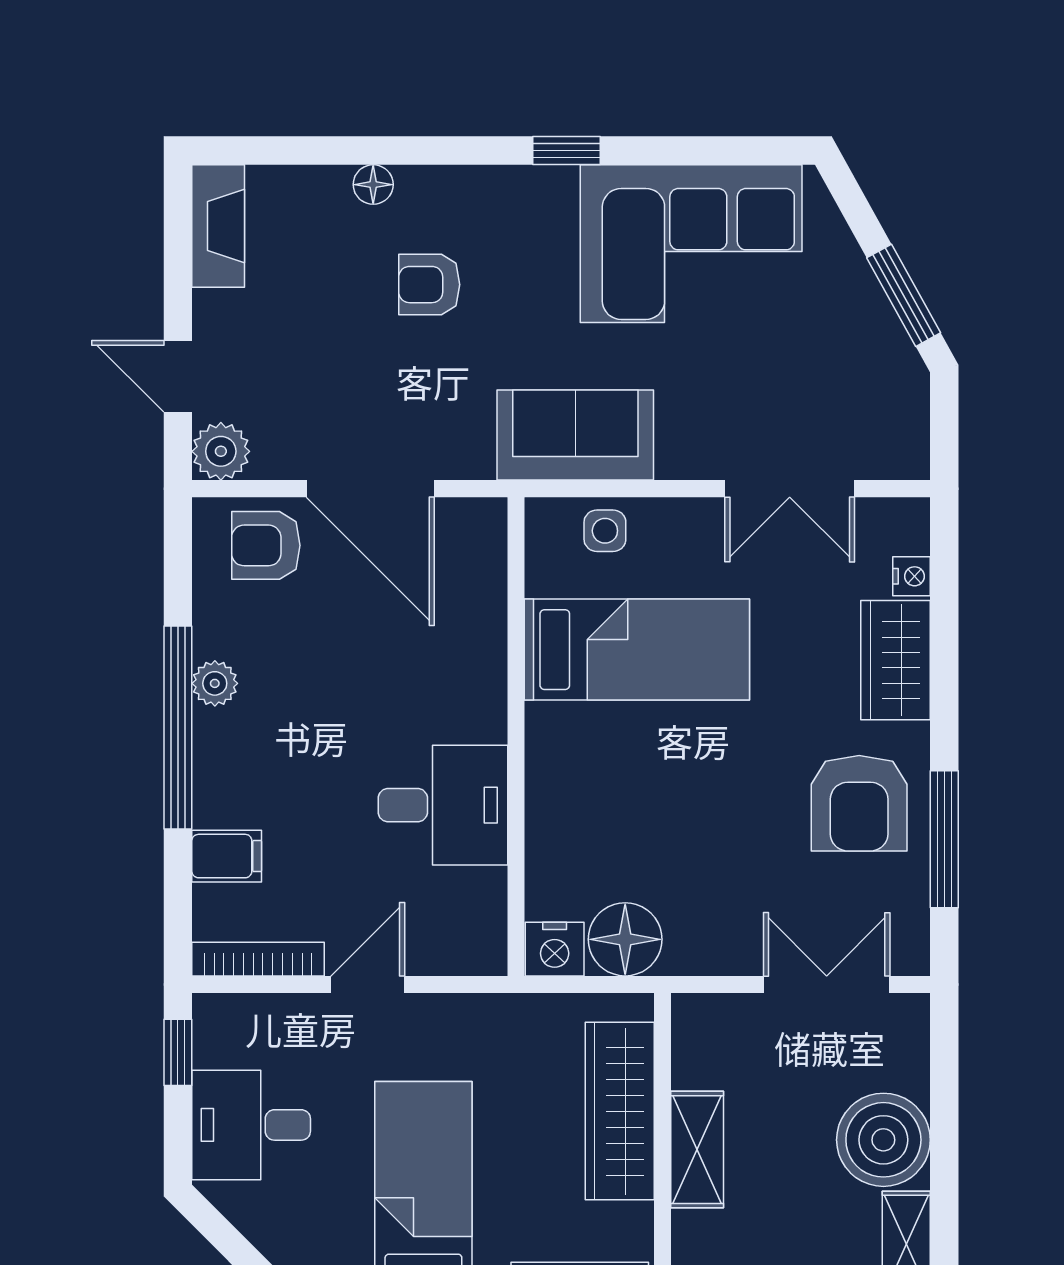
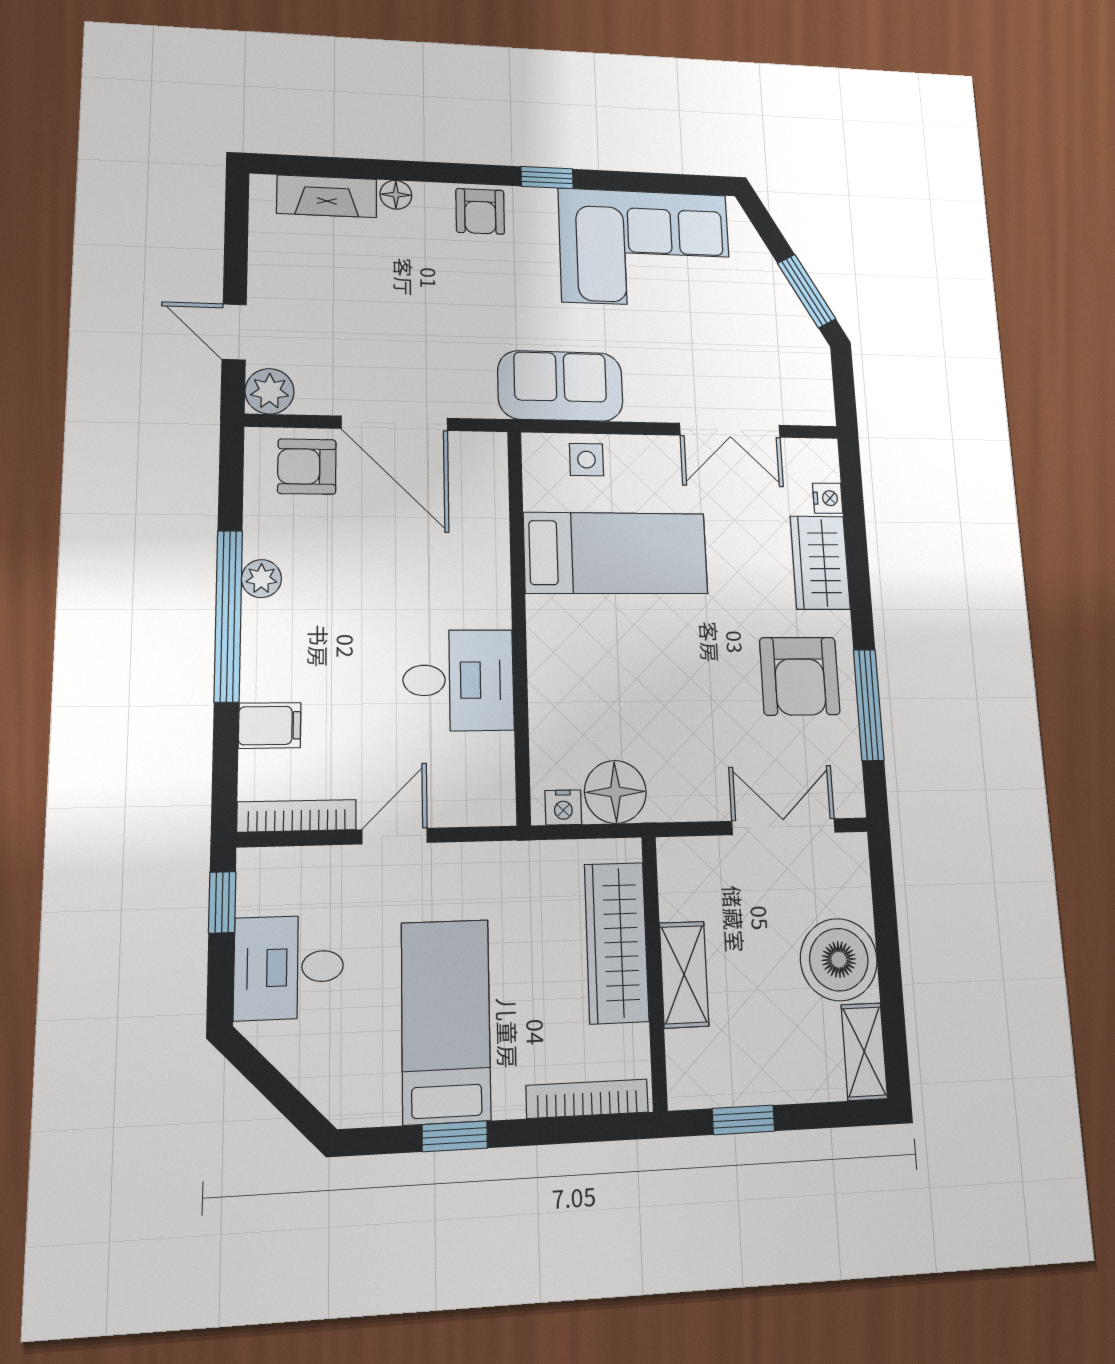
fireplace: (218, 226) -> (327, 196), moved, turned 90
armchair: (429, 285) -> (480, 211), moved, turned -90
nightstand: (555, 949) -> (563, 807), width x0.72, depth x0.74

